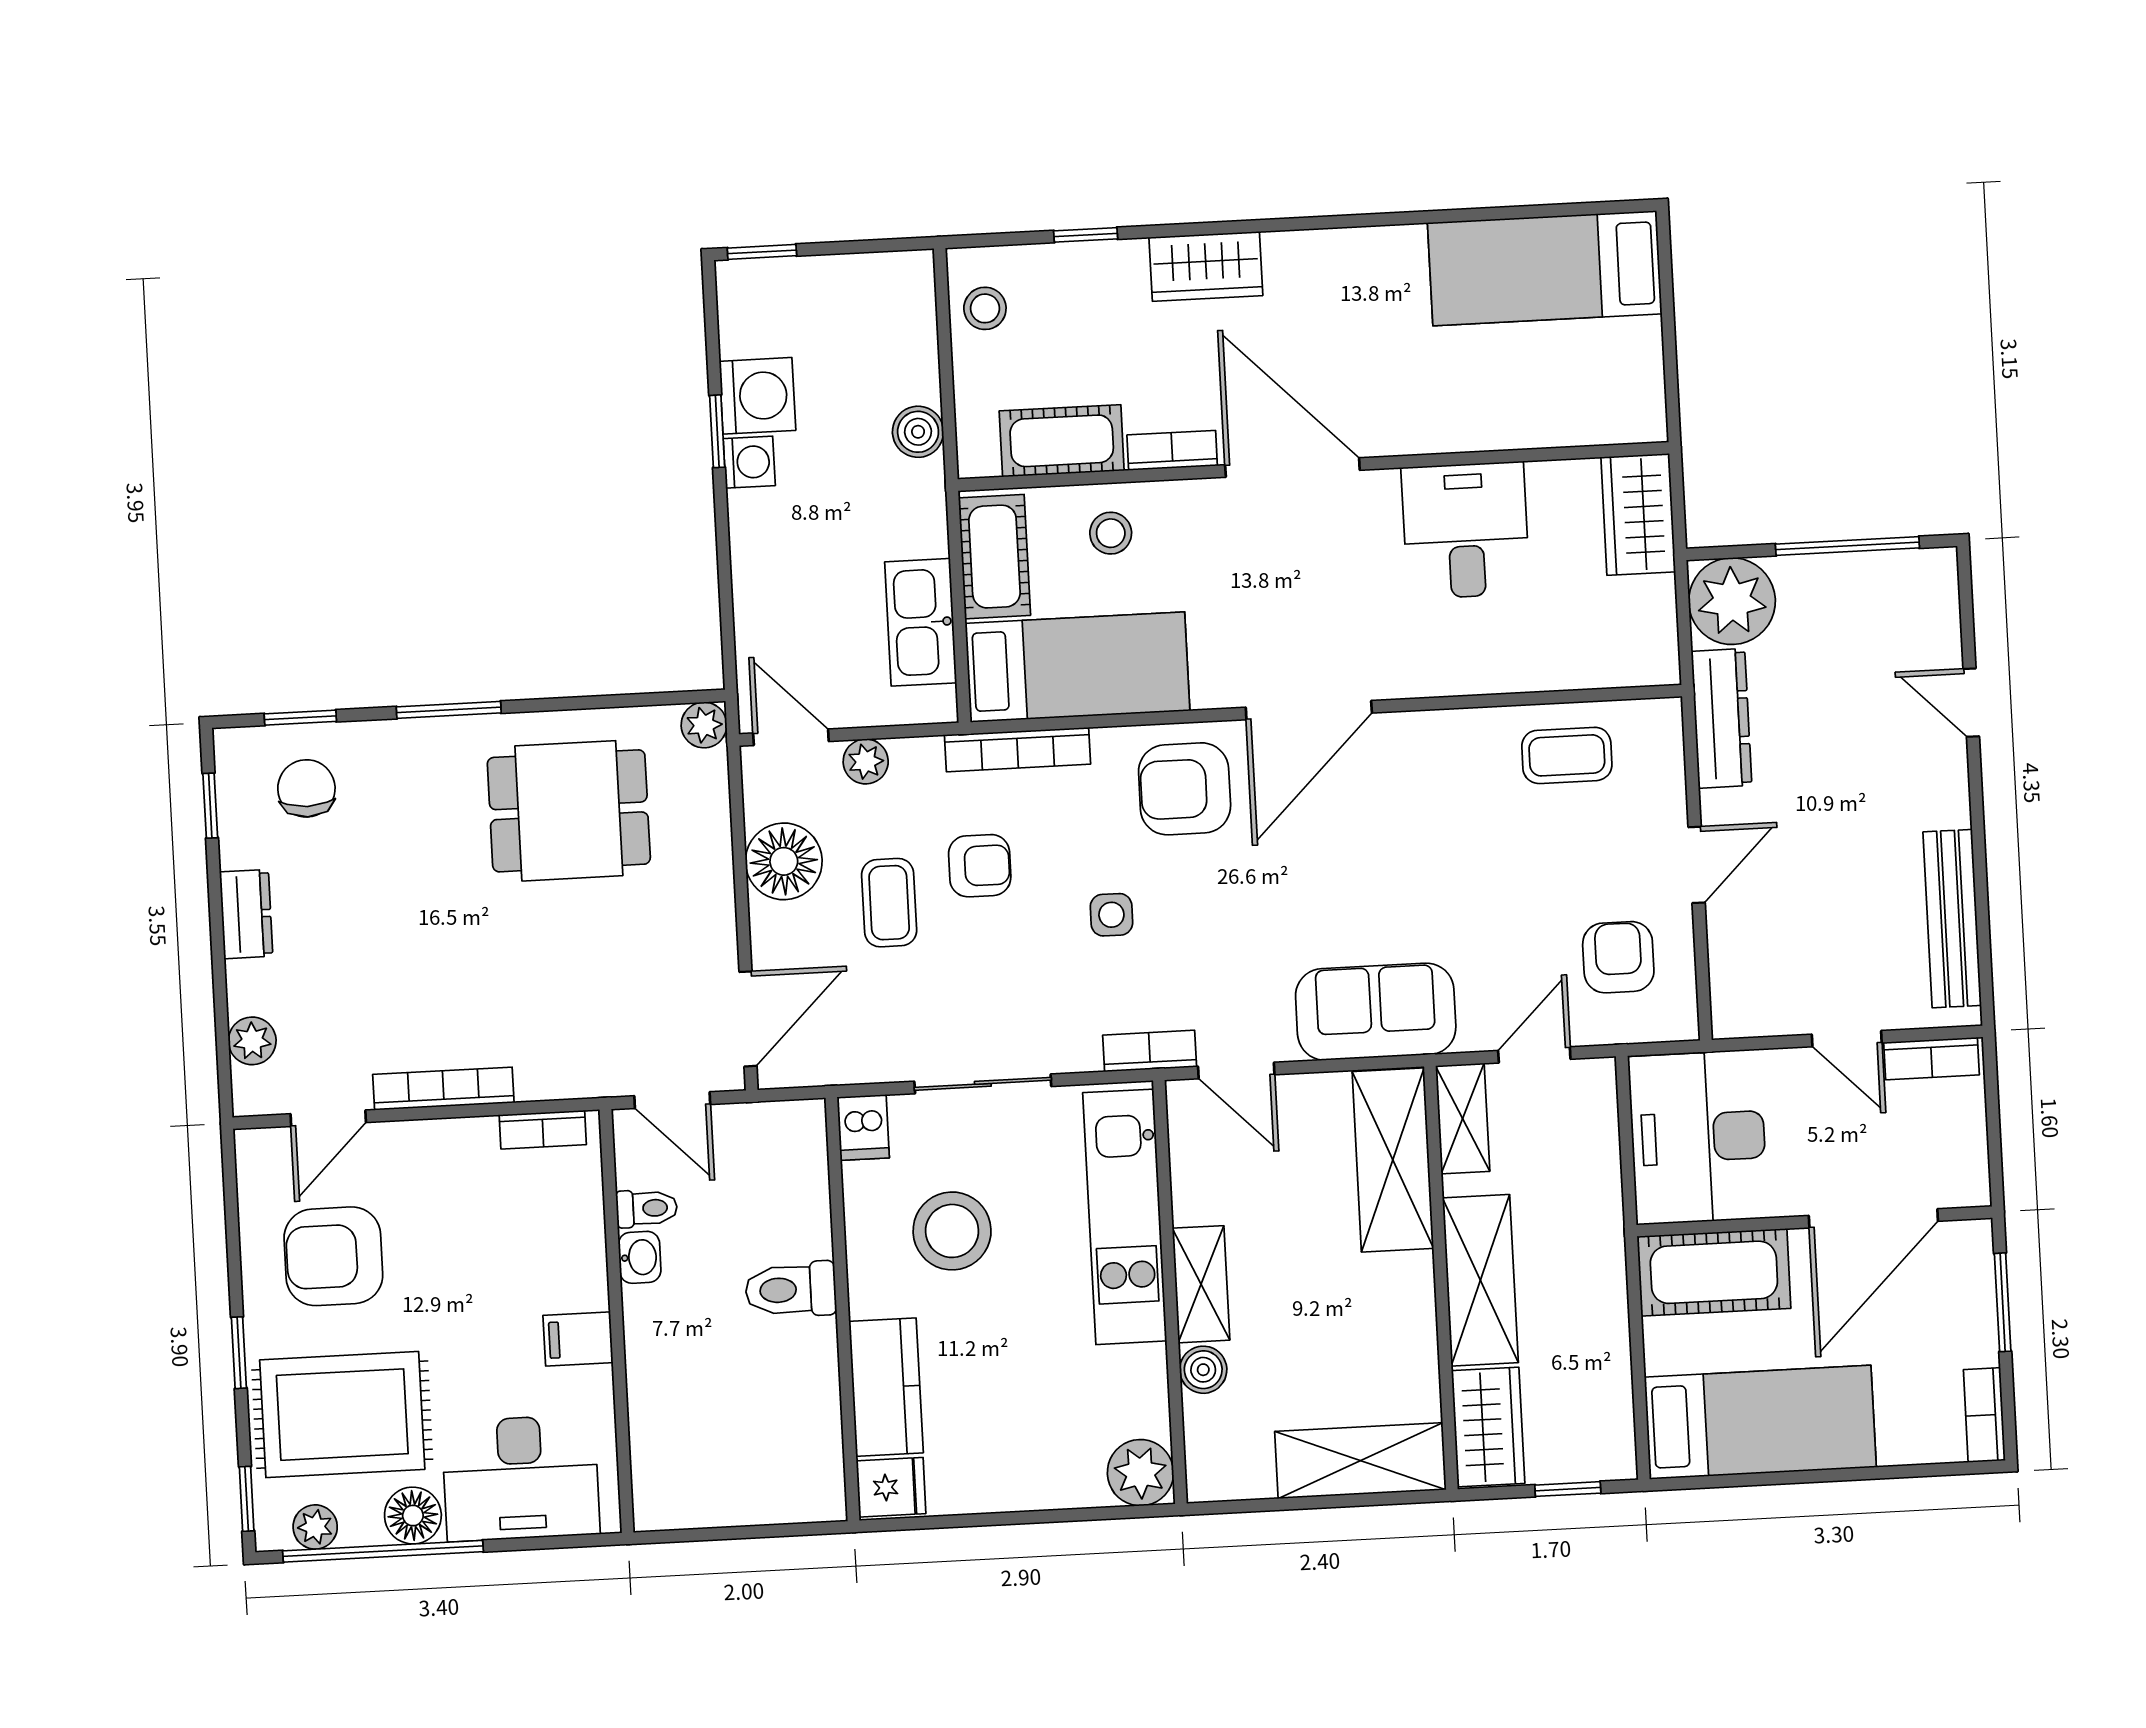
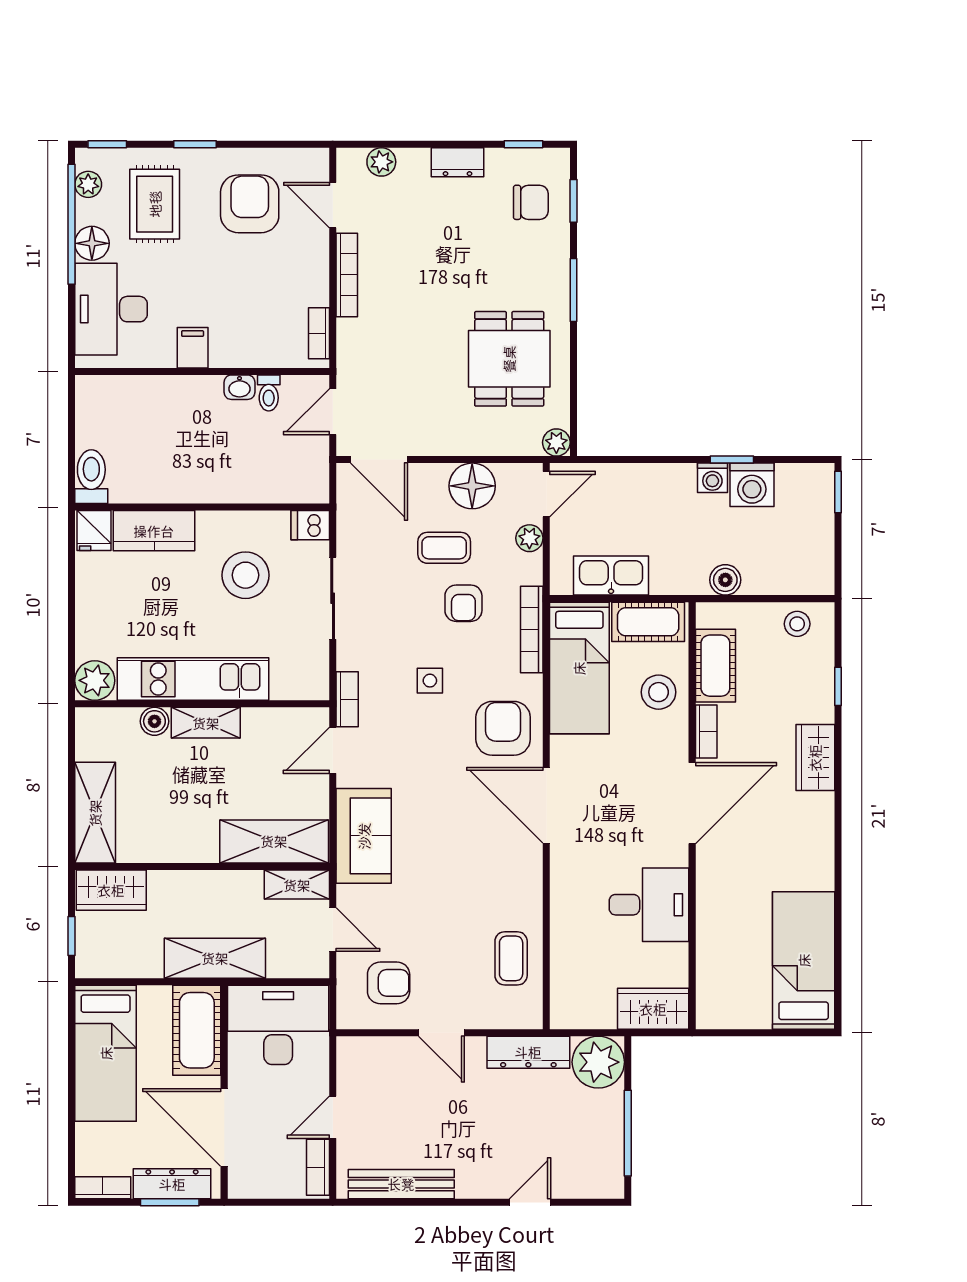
stool: (1111, 533) -> (659, 692), width x1.37, depth x1.37
kitchen unit: (1125, 1217) -> (193, 679), moved
shelving: (1480, 1280) -> (215, 958), moved
toilet: (791, 1290) -> (91, 477), moved
dresser: (1972, 1300) -> (172, 1184), added
rug: (342, 1415) -> (155, 204), width x0.73, depth x0.70

